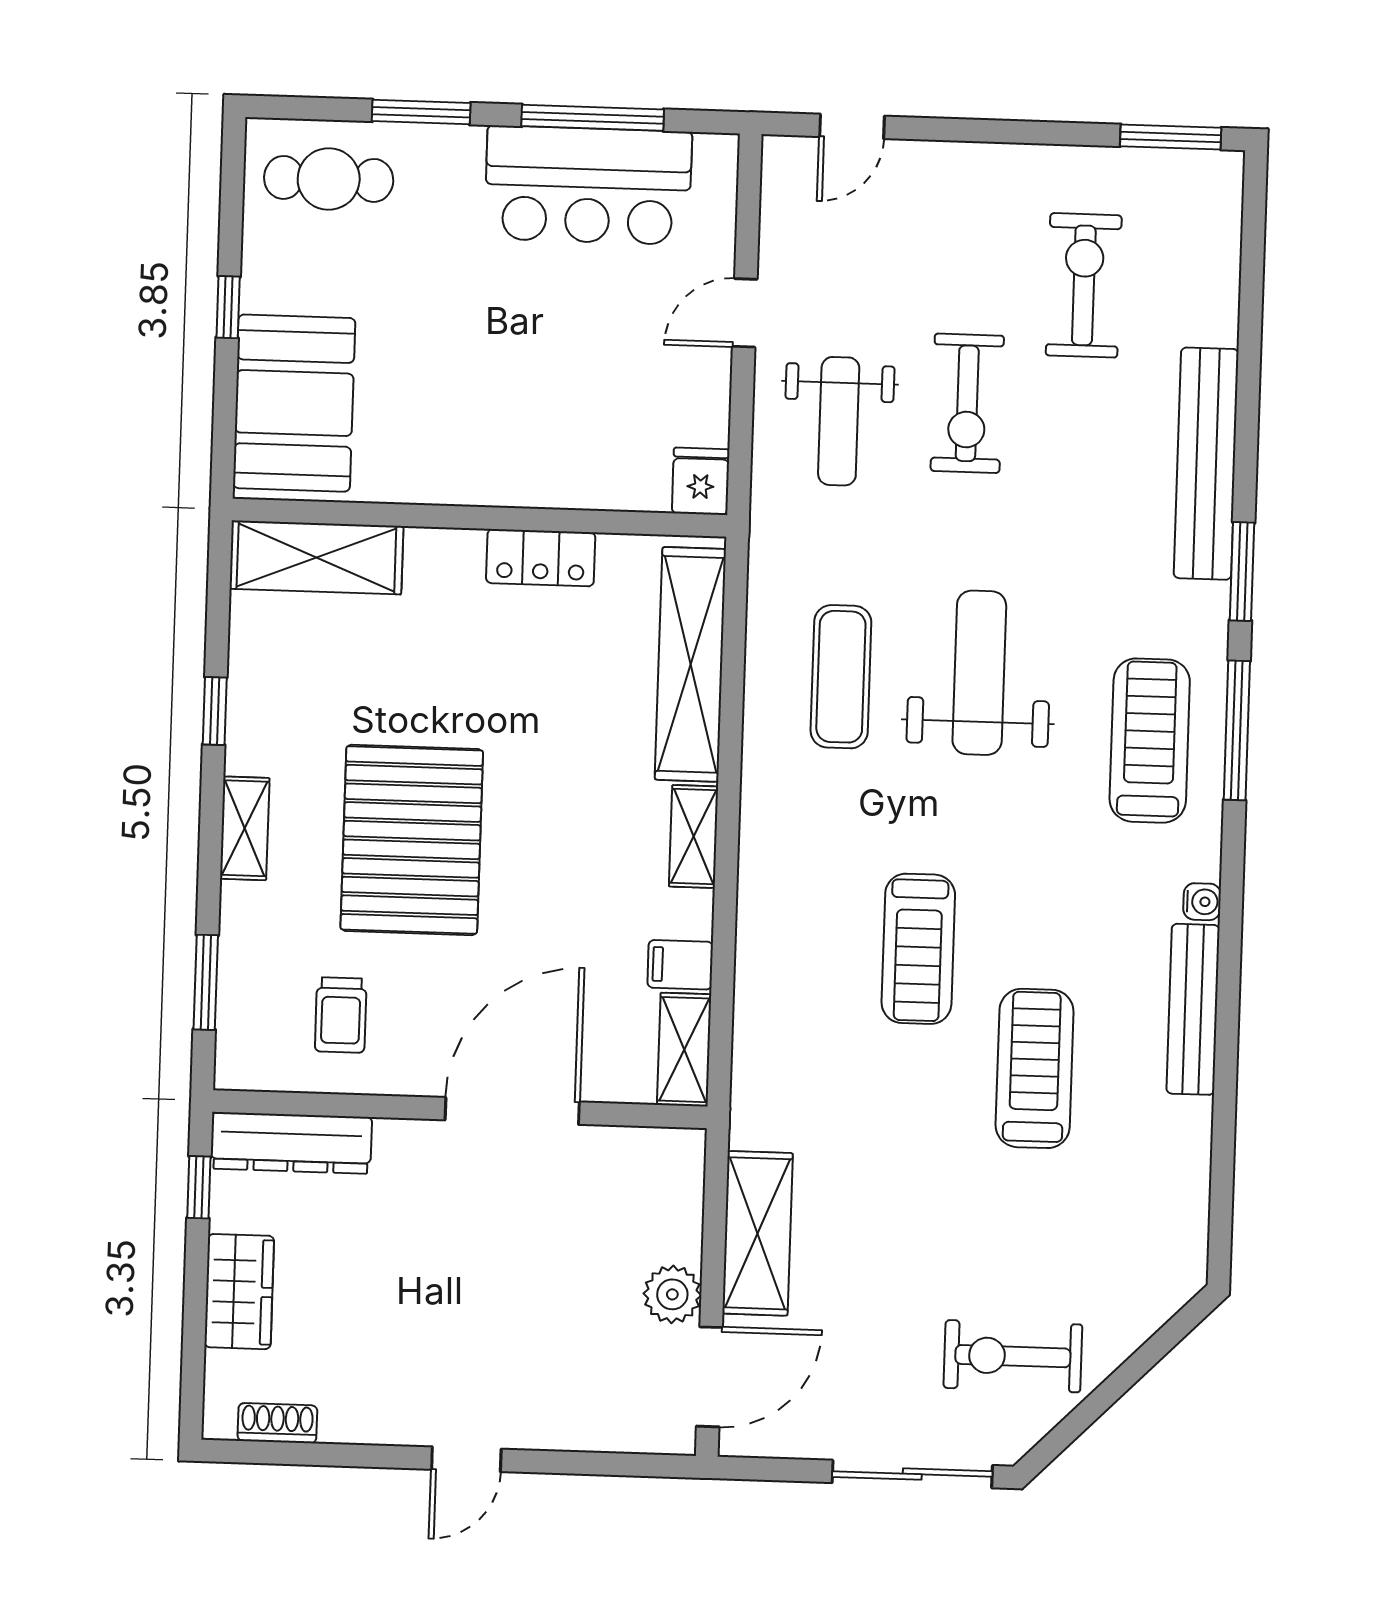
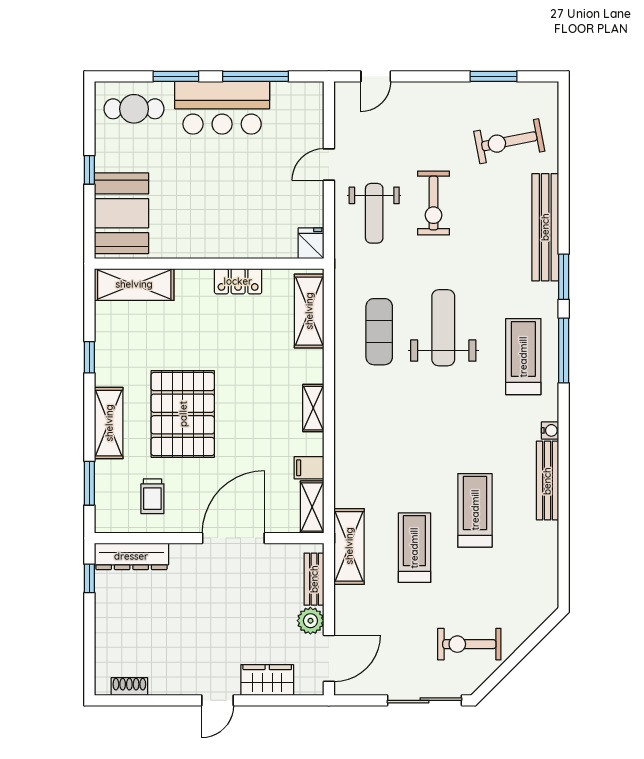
window: (1171, 137) -> (494, 76), moved
bar counter: (588, 185) -> (222, 108), moved
exercise bike: (1084, 285) -> (509, 141), moved, turned -101
shelving: (690, 664) -> (309, 311), width x0.68
shelving: (245, 828) -> (109, 423), width x1.50, depth x1.33
treadmill: (918, 949) -> (414, 548), moved, turned 180
bench: (683, 1205) -> (314, 579), added
shelving: (758, 1233) -> (349, 546), moved
wardrobe: (239, 1292) -> (267, 680), moved, turned -90

